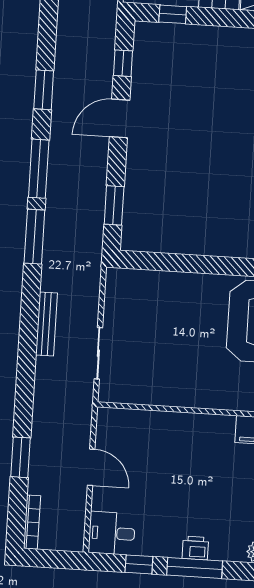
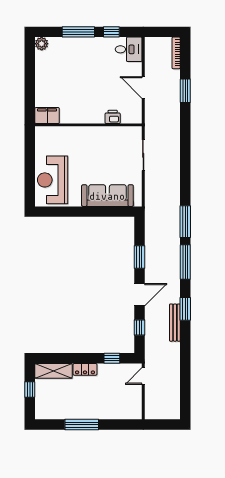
window: (114, 205) -> (139, 257), moved
sofa: (163, 289) -> (107, 196), added
bench: (46, 324) -> (175, 323), moved
printer: (195, 548) -> (113, 117), moved, turned 180

